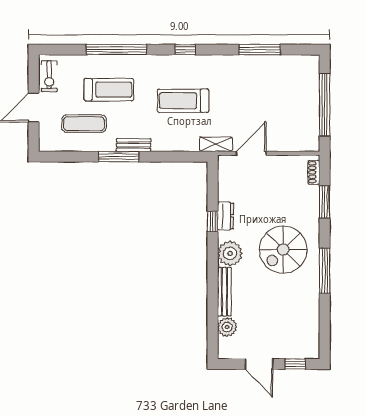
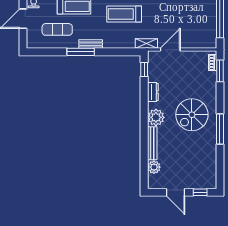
window: (325, 202) -> (220, 71), moved
window: (213, 222) -> (144, 70), moved

